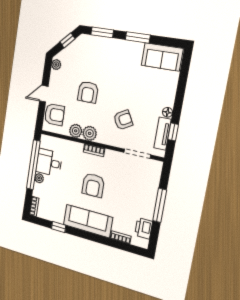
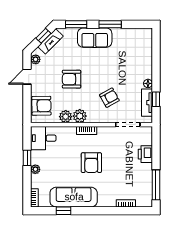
fireplace: (73, 48) -> (50, 41), added
sofa: (162, 57) -> (95, 38), moved
armchair: (88, 92) -> (72, 79), turned 90
door: (44, 94) -> (27, 77), moved
desk: (49, 163) -> (43, 138), moved
window: (33, 165) -> (27, 158), width x0.32
window: (160, 205) -> (156, 185), moved
sofa: (88, 221) -> (74, 197), moved
printer: (144, 228) -> (145, 154), moved

